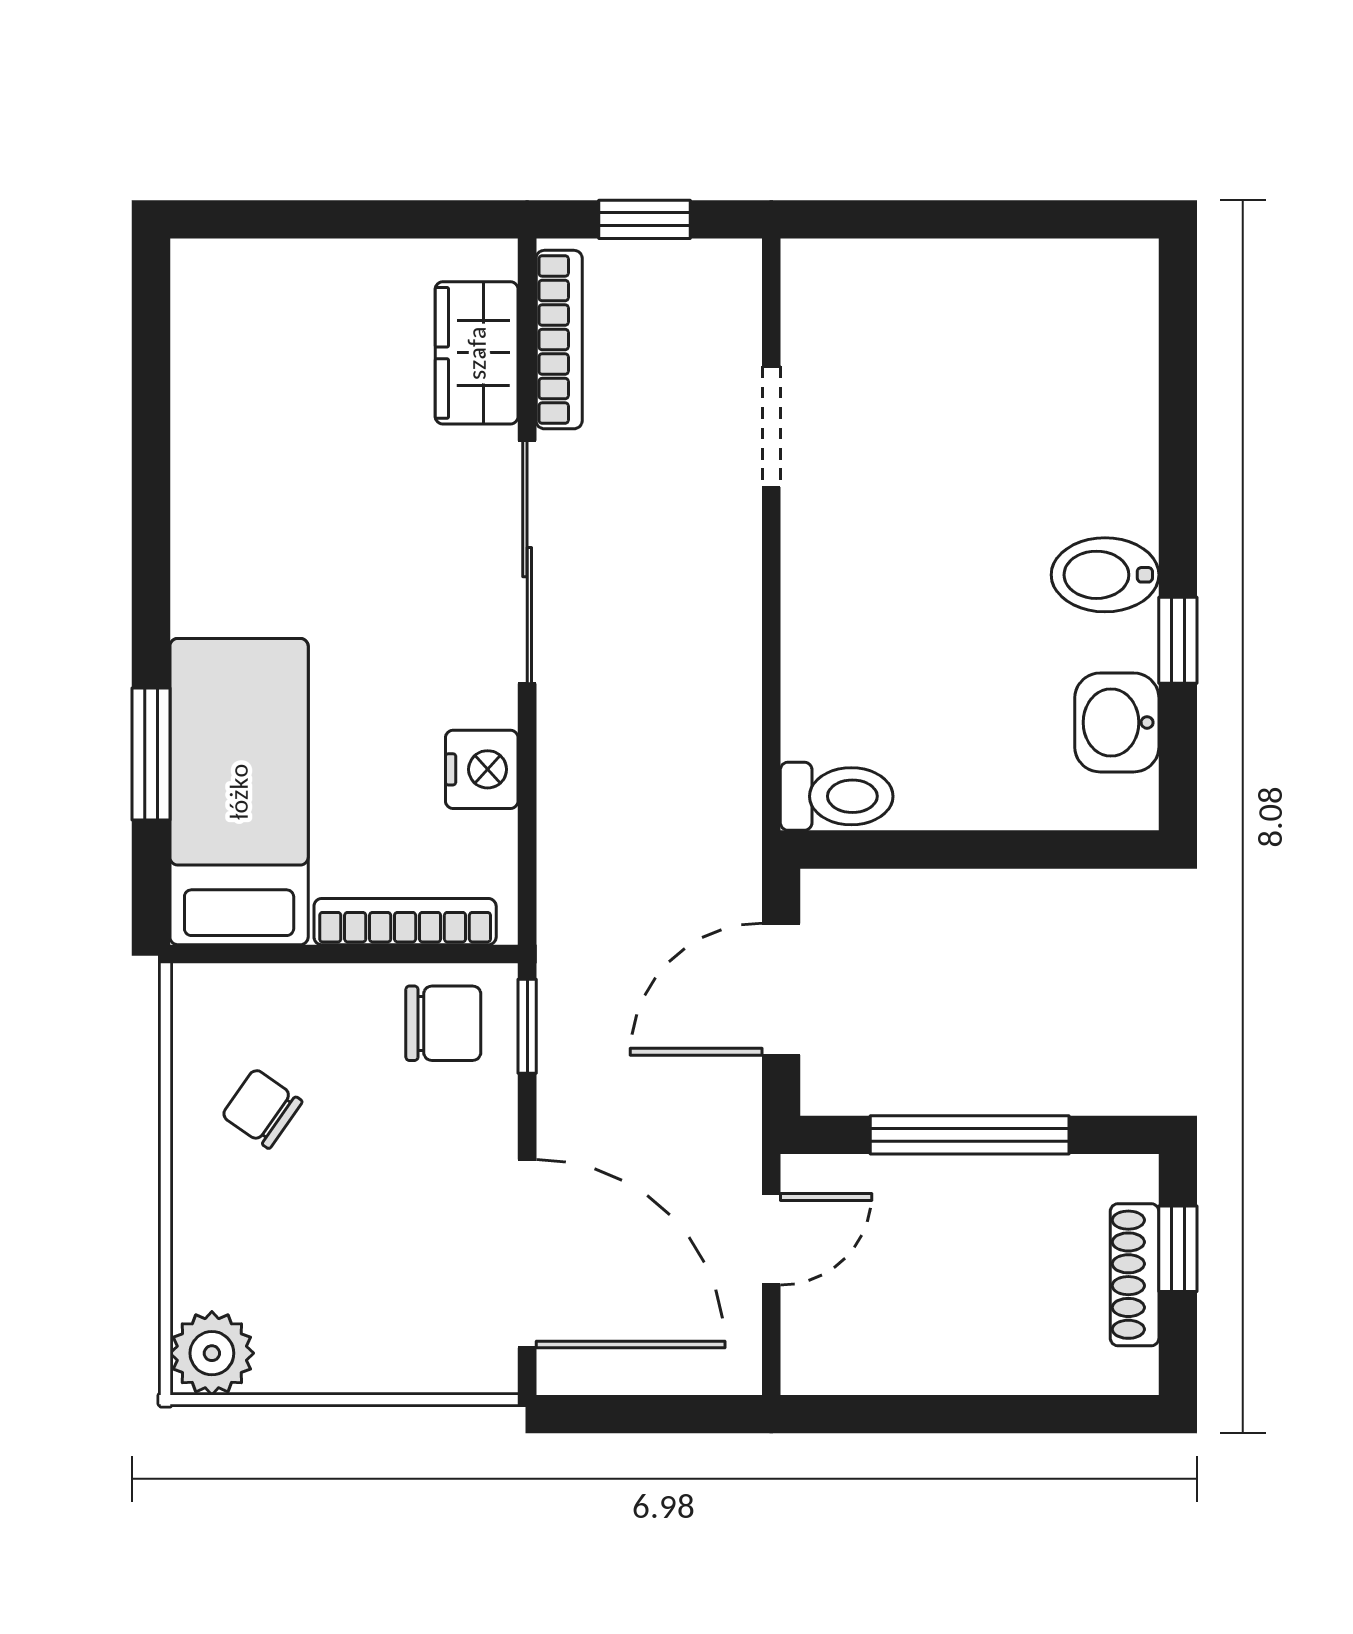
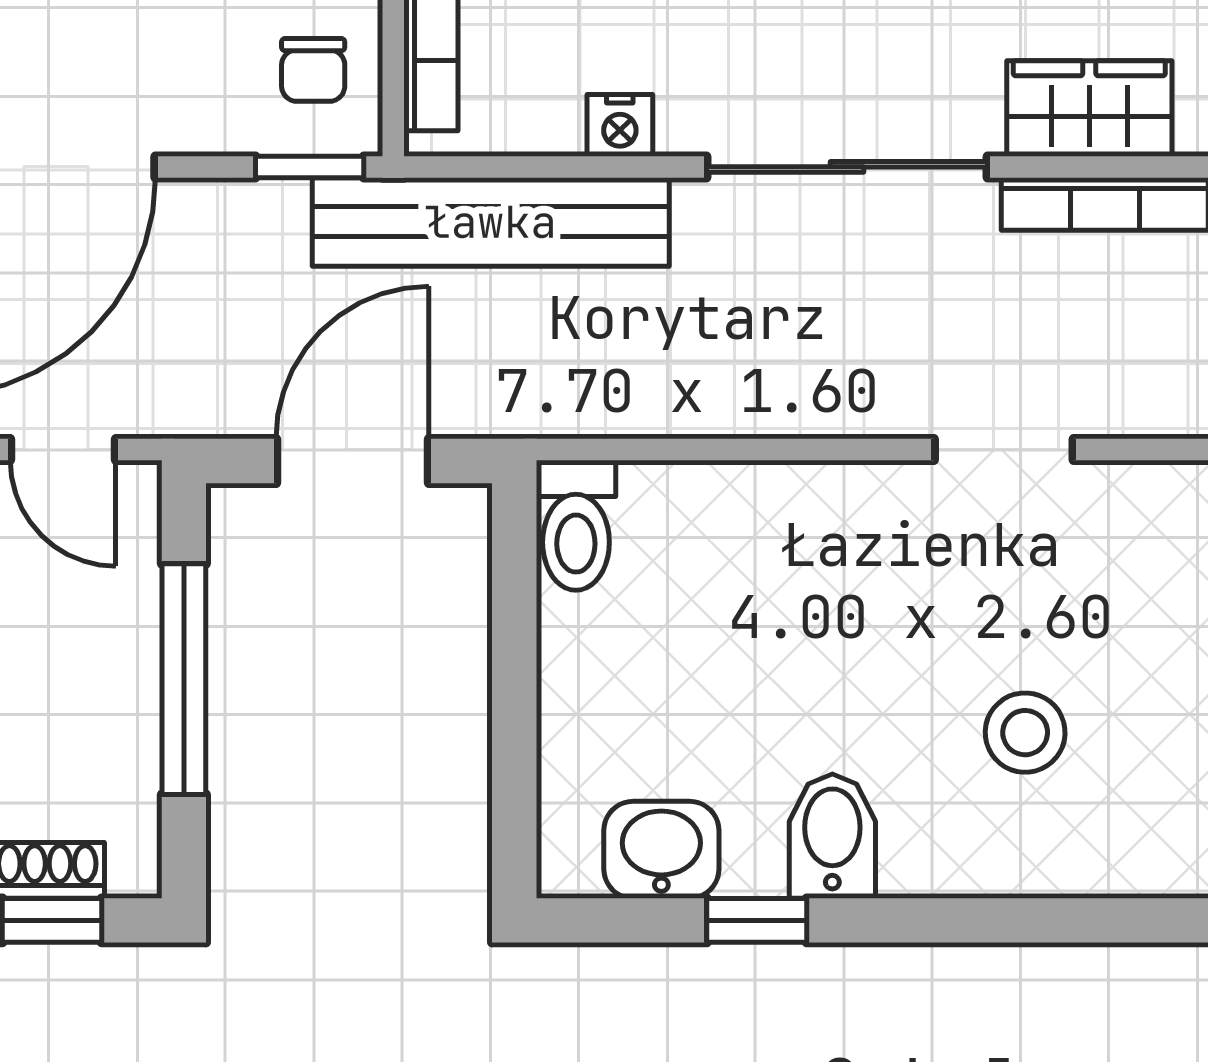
stool: (1016, 408) -> (1025, 733), added
nightstand: (482, 769) -> (620, 125), width x0.72, depth x0.74
bench: (575, 870) -> (491, 222), added
door: (781, 989) -> (352, 461), hinge flipped
chair: (443, 1023) -> (313, 70), width x0.73, depth x0.73

